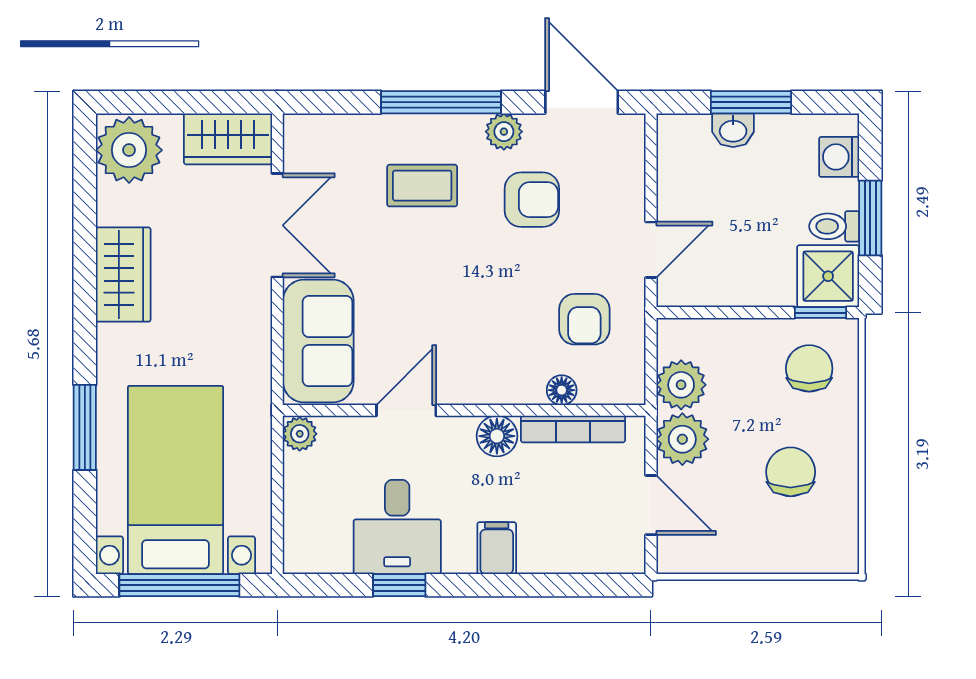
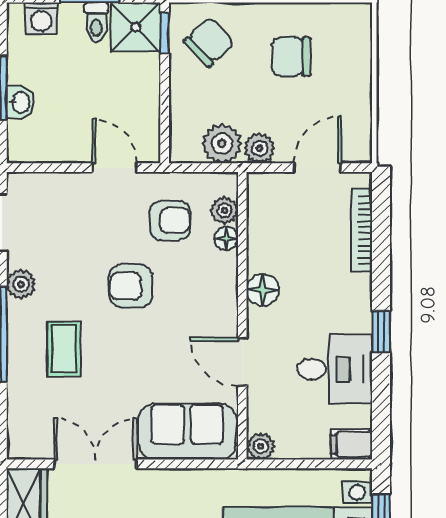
armchair: (532, 200) -> (131, 286), moved, turned -90
chair: (809, 368) -> (209, 42), turned 136
plant: (597, 388) -> (225, 210), added
bookcase: (573, 429) -> (362, 230), moved, turned 180
plant: (682, 439) -> (259, 148), width x0.73, depth x0.73
filing cabinet: (497, 548) -> (352, 444), moved
window: (399, 585) -> (381, 332), moved

